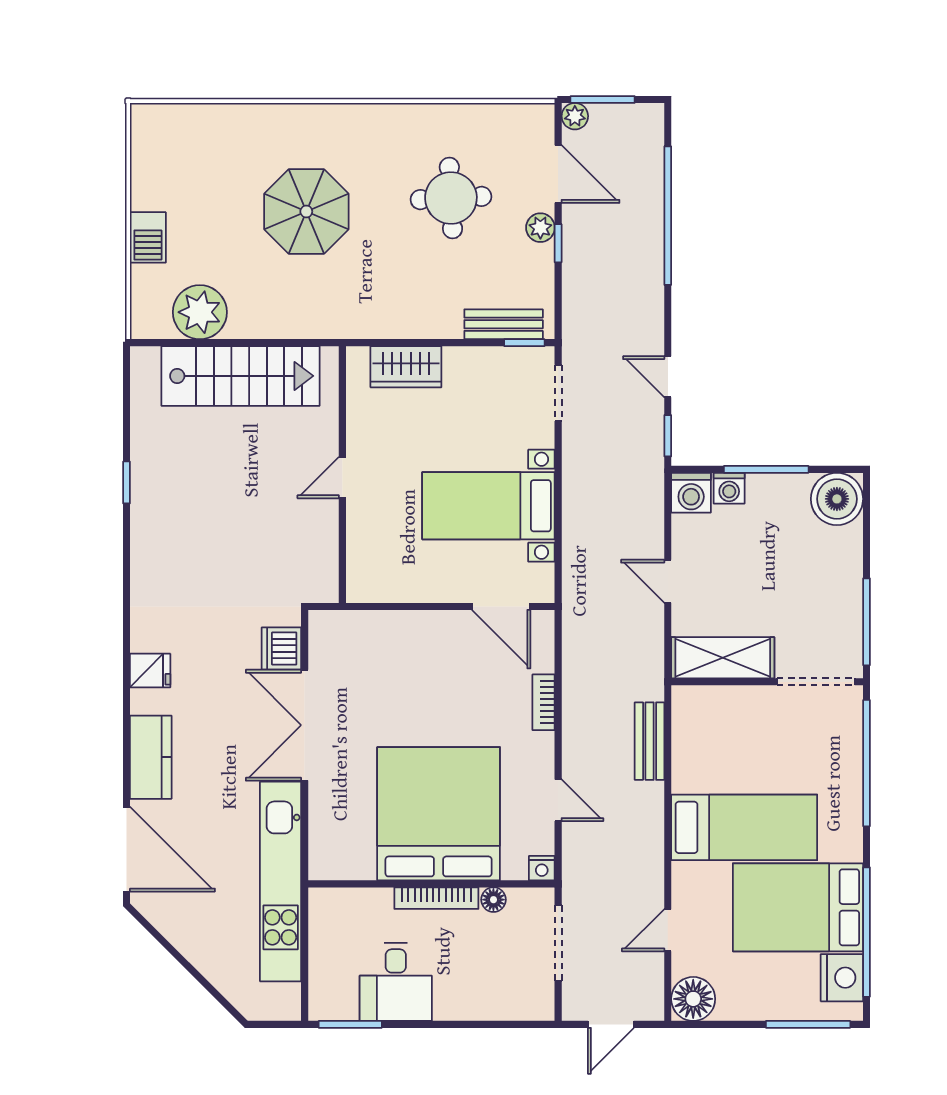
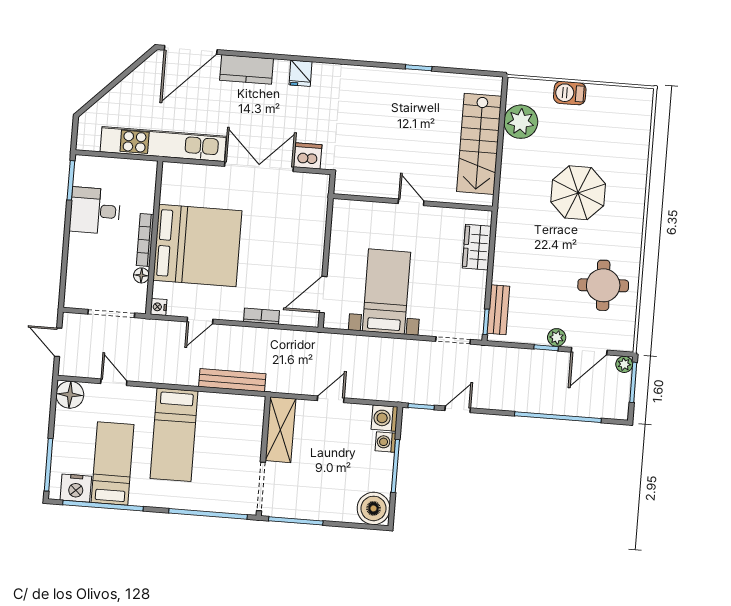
round table: (451, 198) -> (603, 285), moved
bench: (650, 741) -> (232, 380), width x1.36
bed: (798, 907) -> (113, 463), width x0.67

